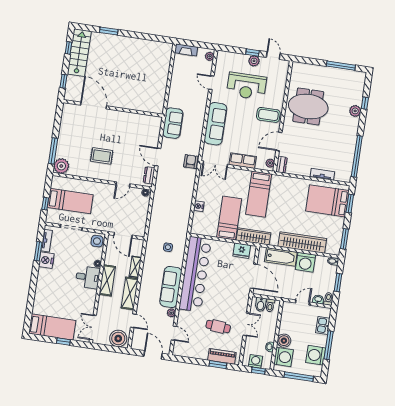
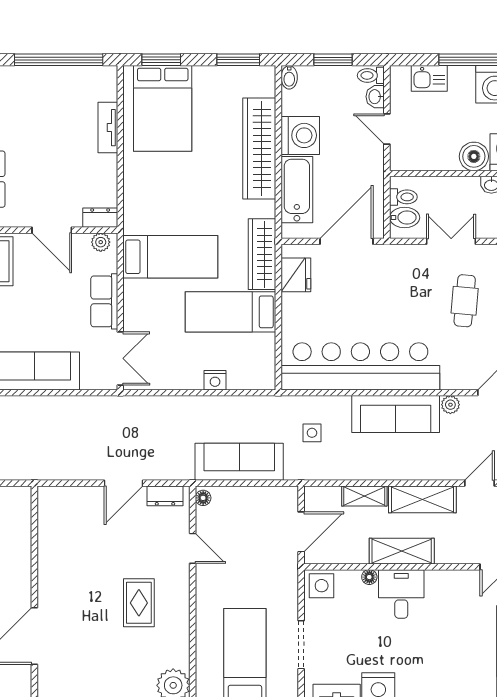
sofa: (173, 123) -> (239, 462), moved, width x1.36
armchair: (191, 162) -> (123, 411), removed

